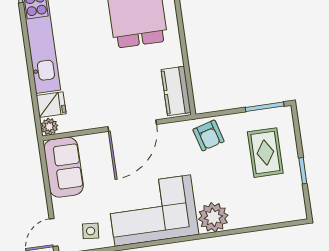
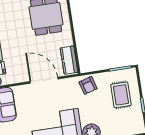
door: (132, 126) -> (44, 80), swing flipped

